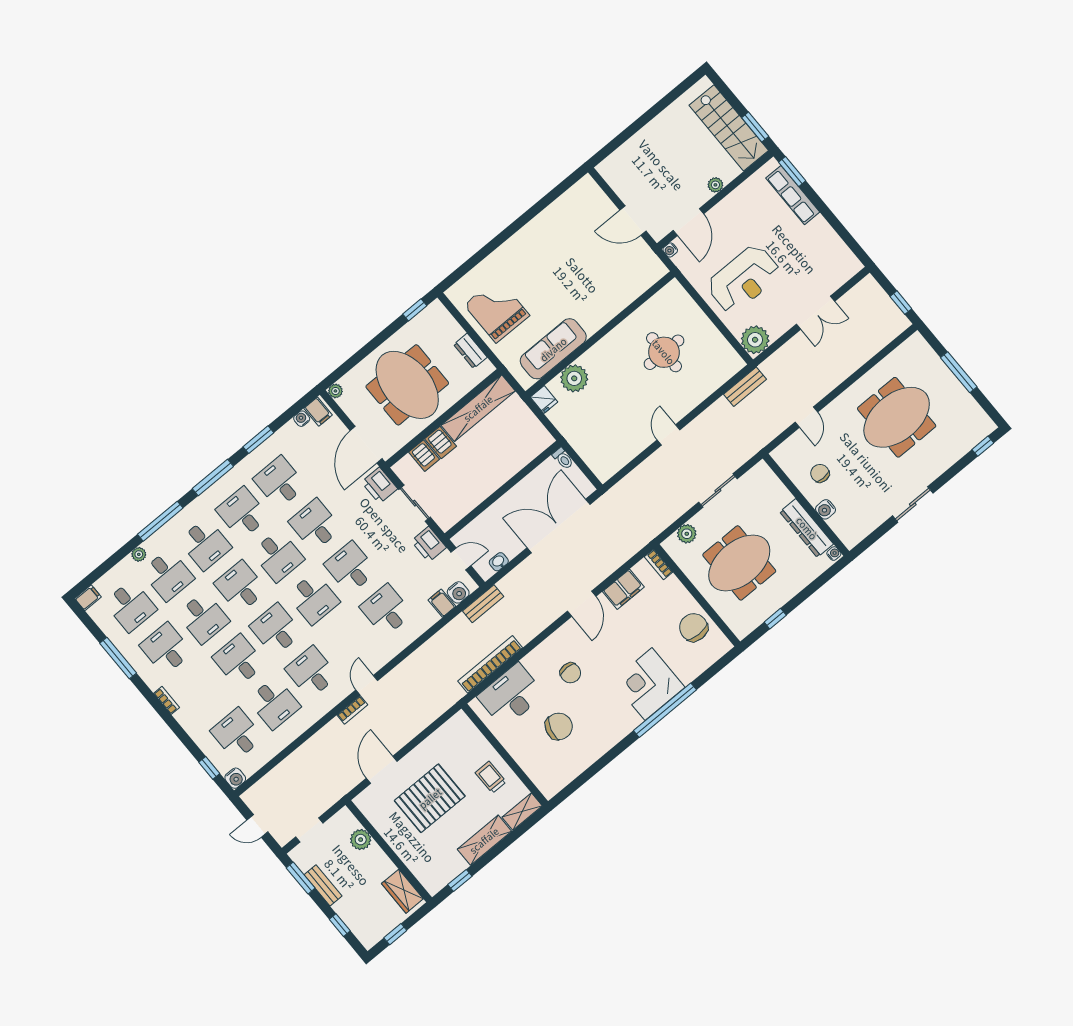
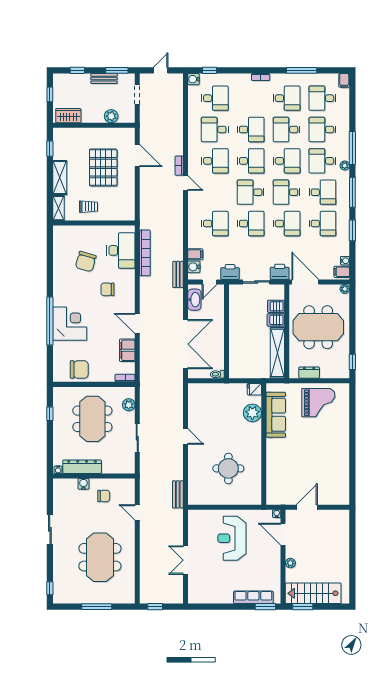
plant: (755, 340) -> (197, 519), removed
plant: (139, 554) -> (345, 166), moved
washbasin: (499, 562) -> (194, 300), width x1.91, depth x1.45

